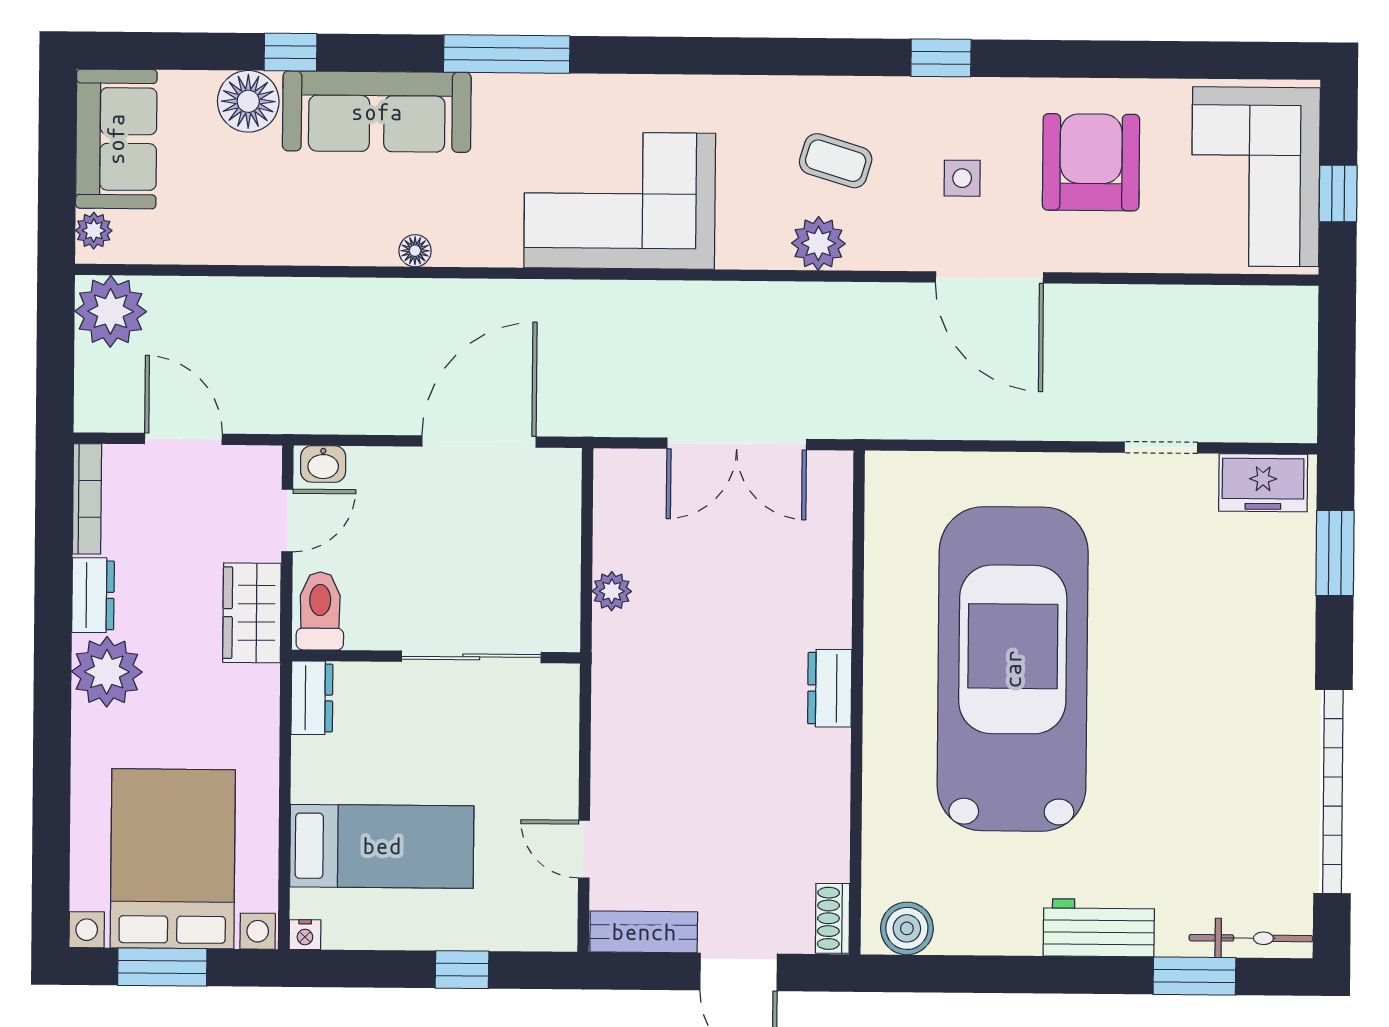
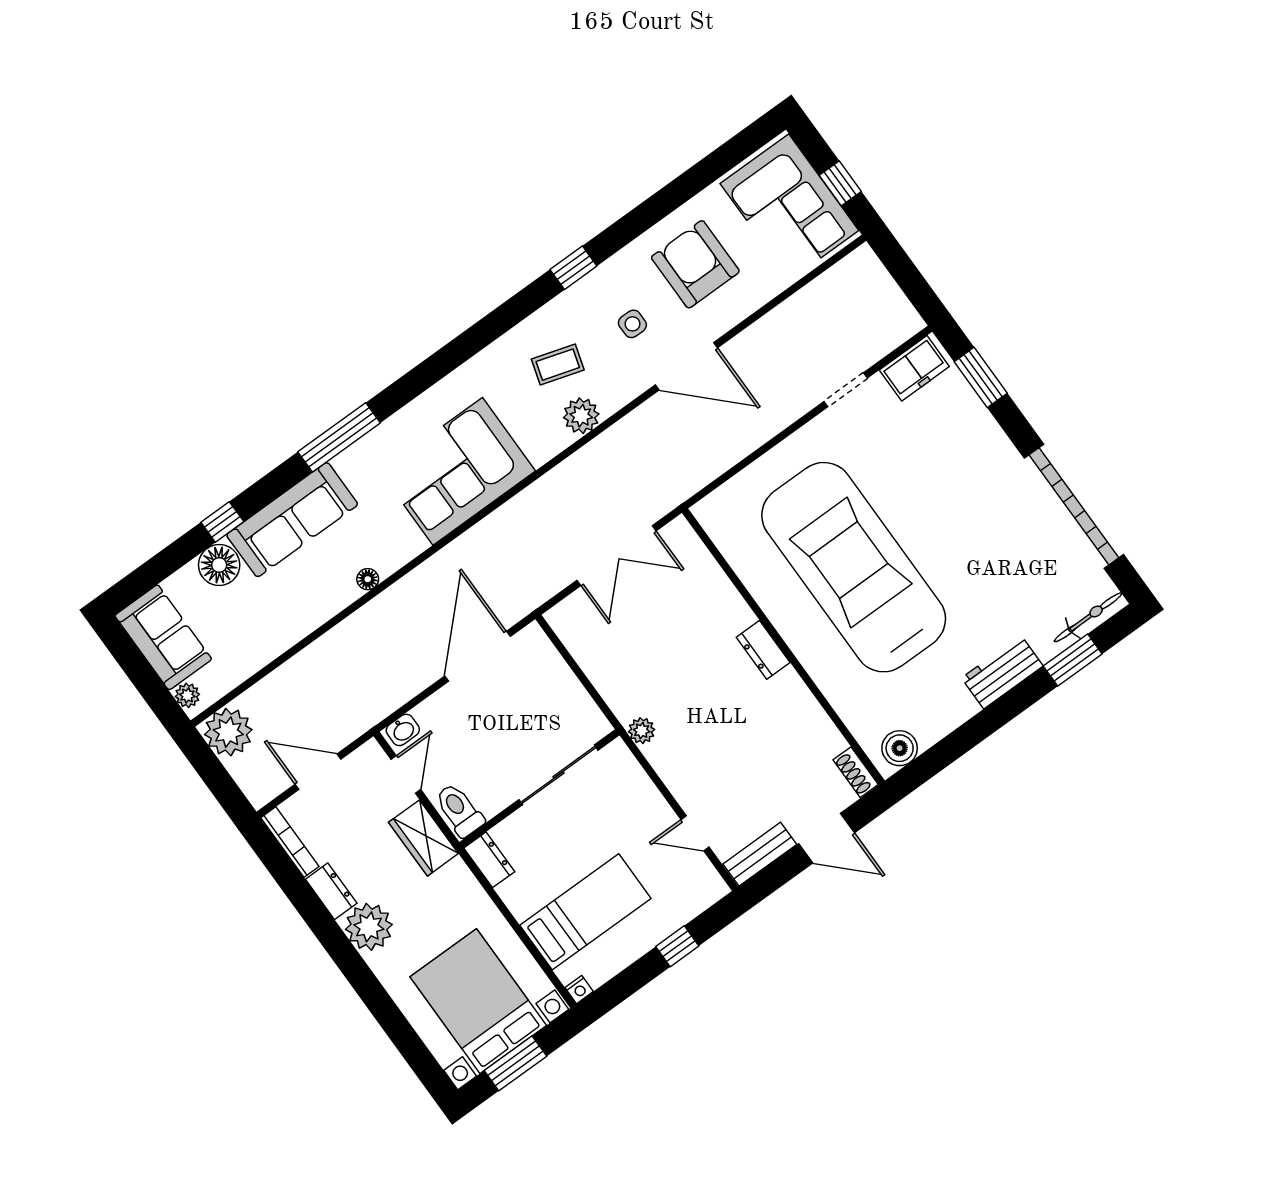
plant: (612, 591) -> (642, 731), moved

